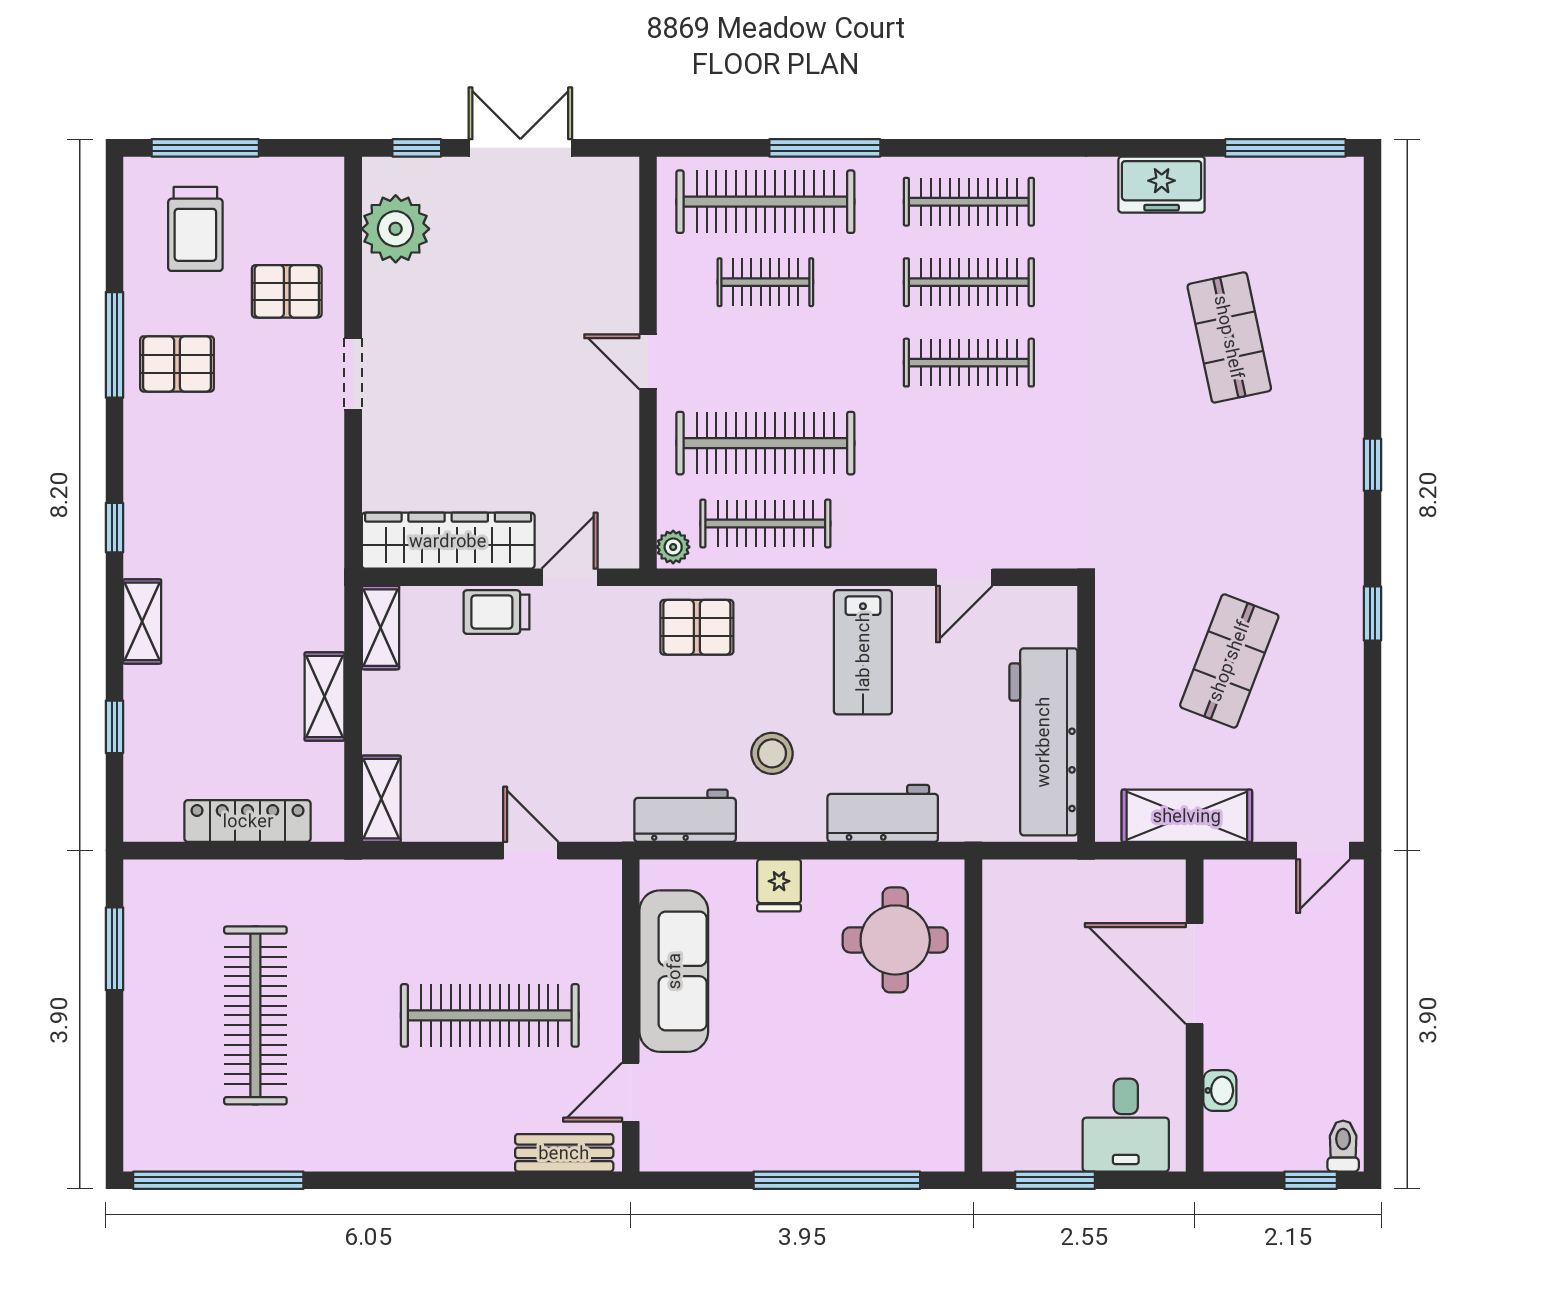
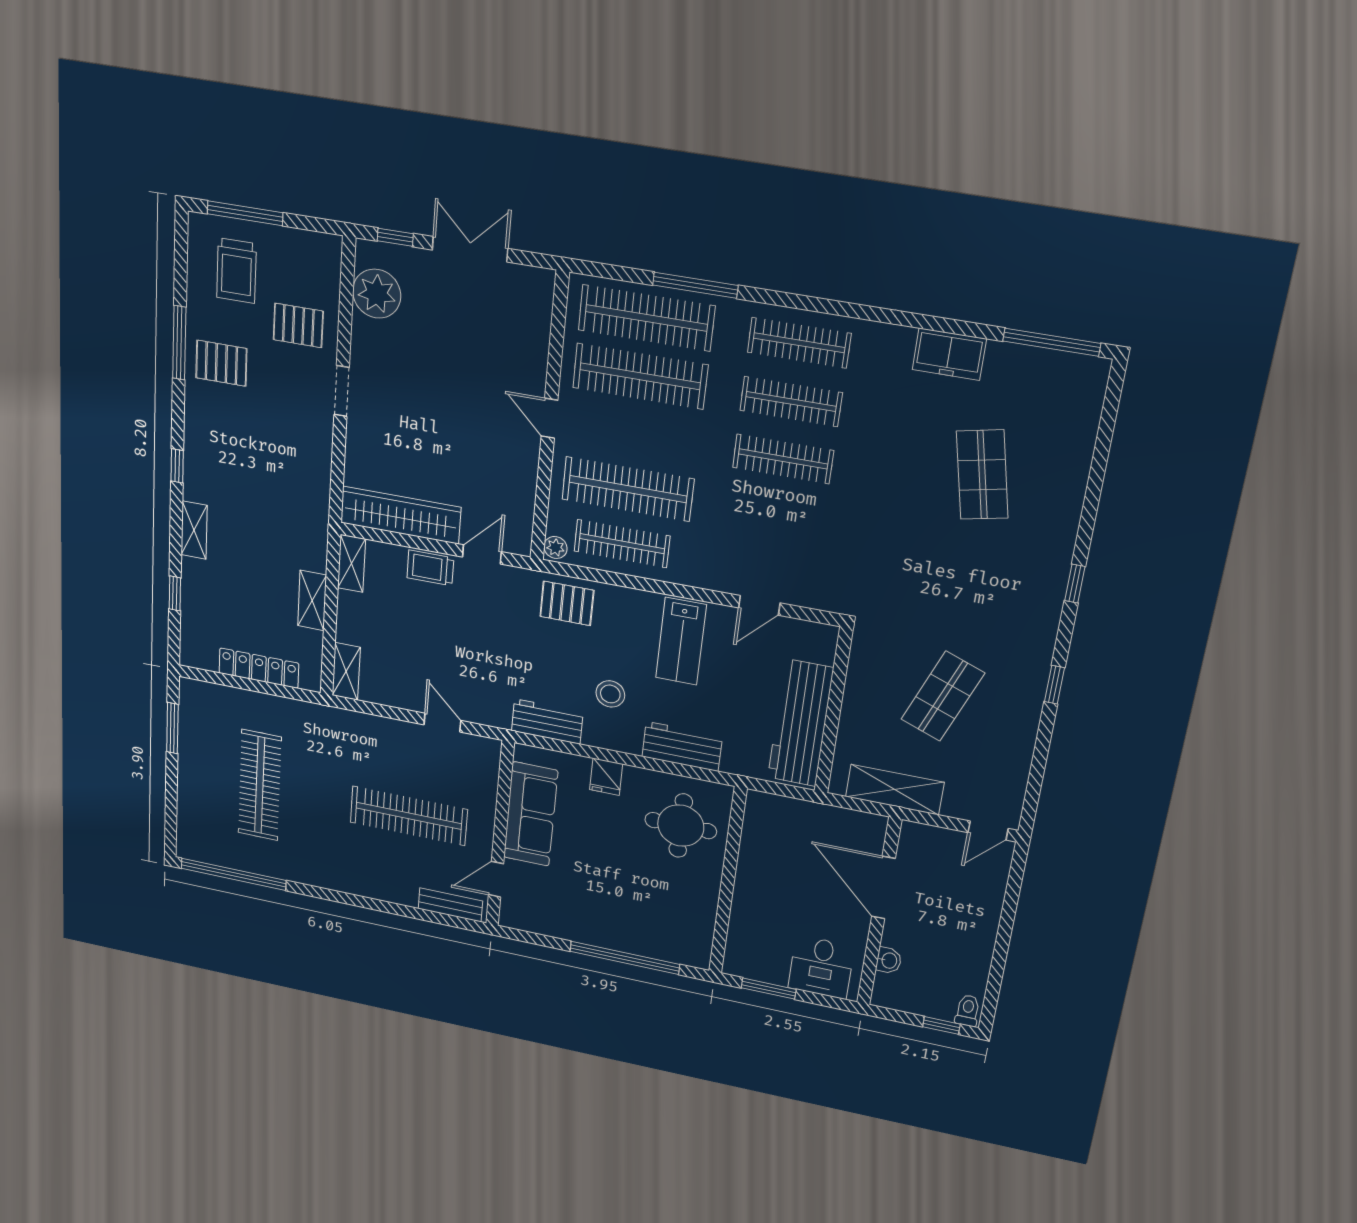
clothes rail: (765, 282) -> (640, 376), width x1.86, depth x1.31

